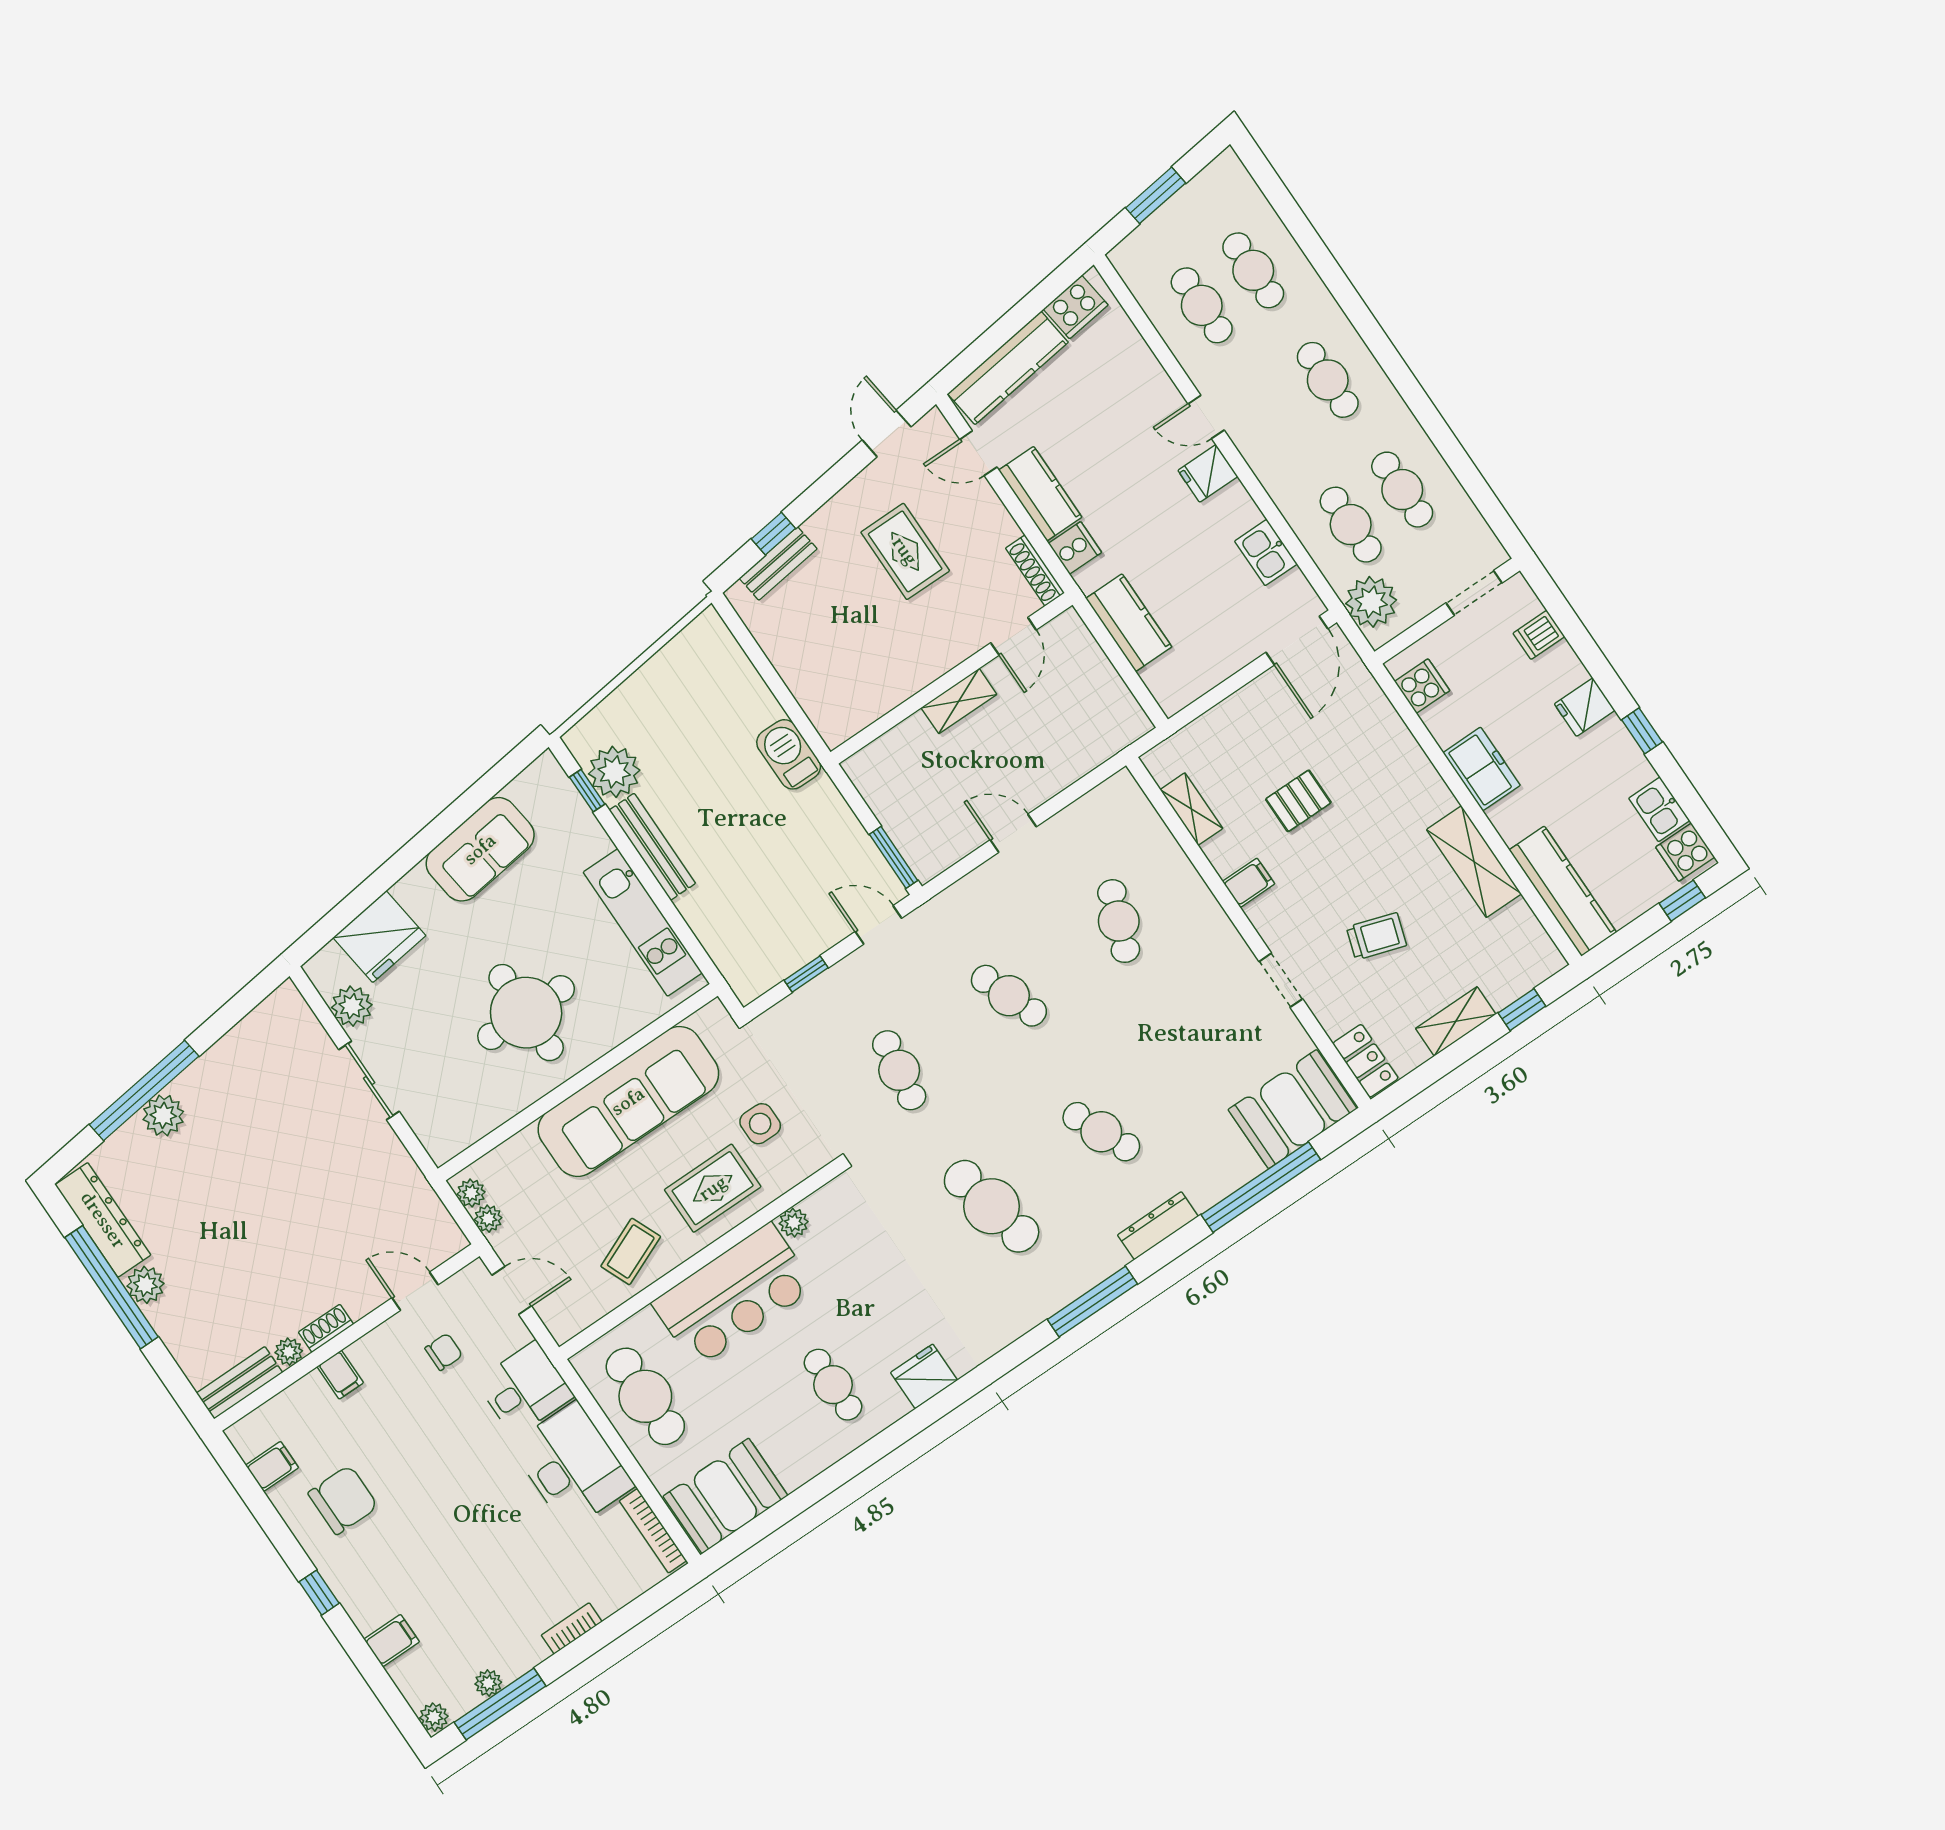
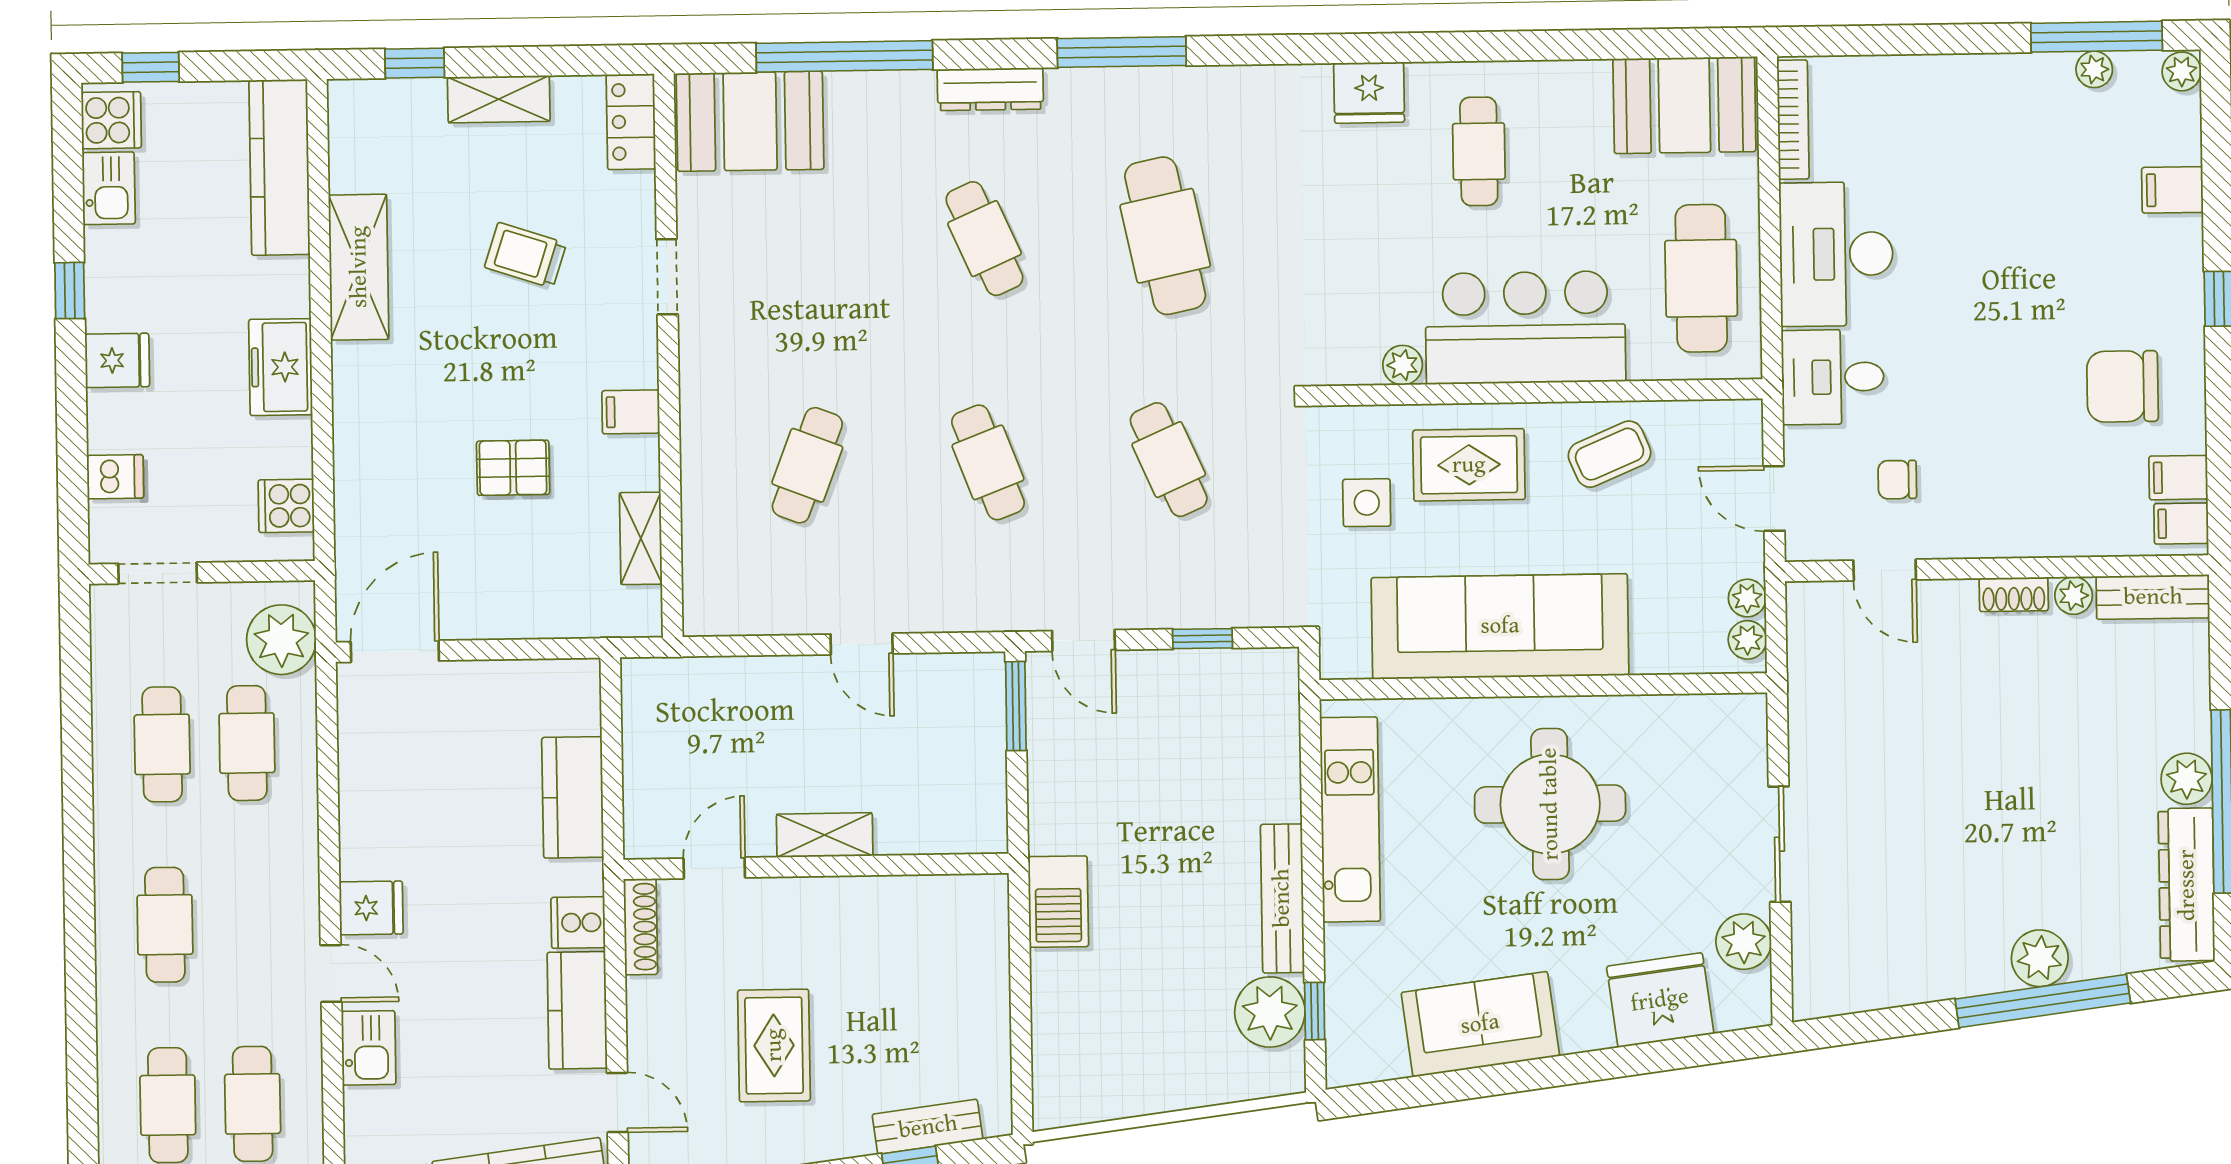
kitchen sink: (1266, 553) -> (369, 1048), moved
cafe table: (899, 1070) -> (1169, 460), turned -33
filing cabinet: (340, 1375) -> (2181, 523), moved, turned -90
bookcase: (572, 1628) -> (1958, 69), removed

